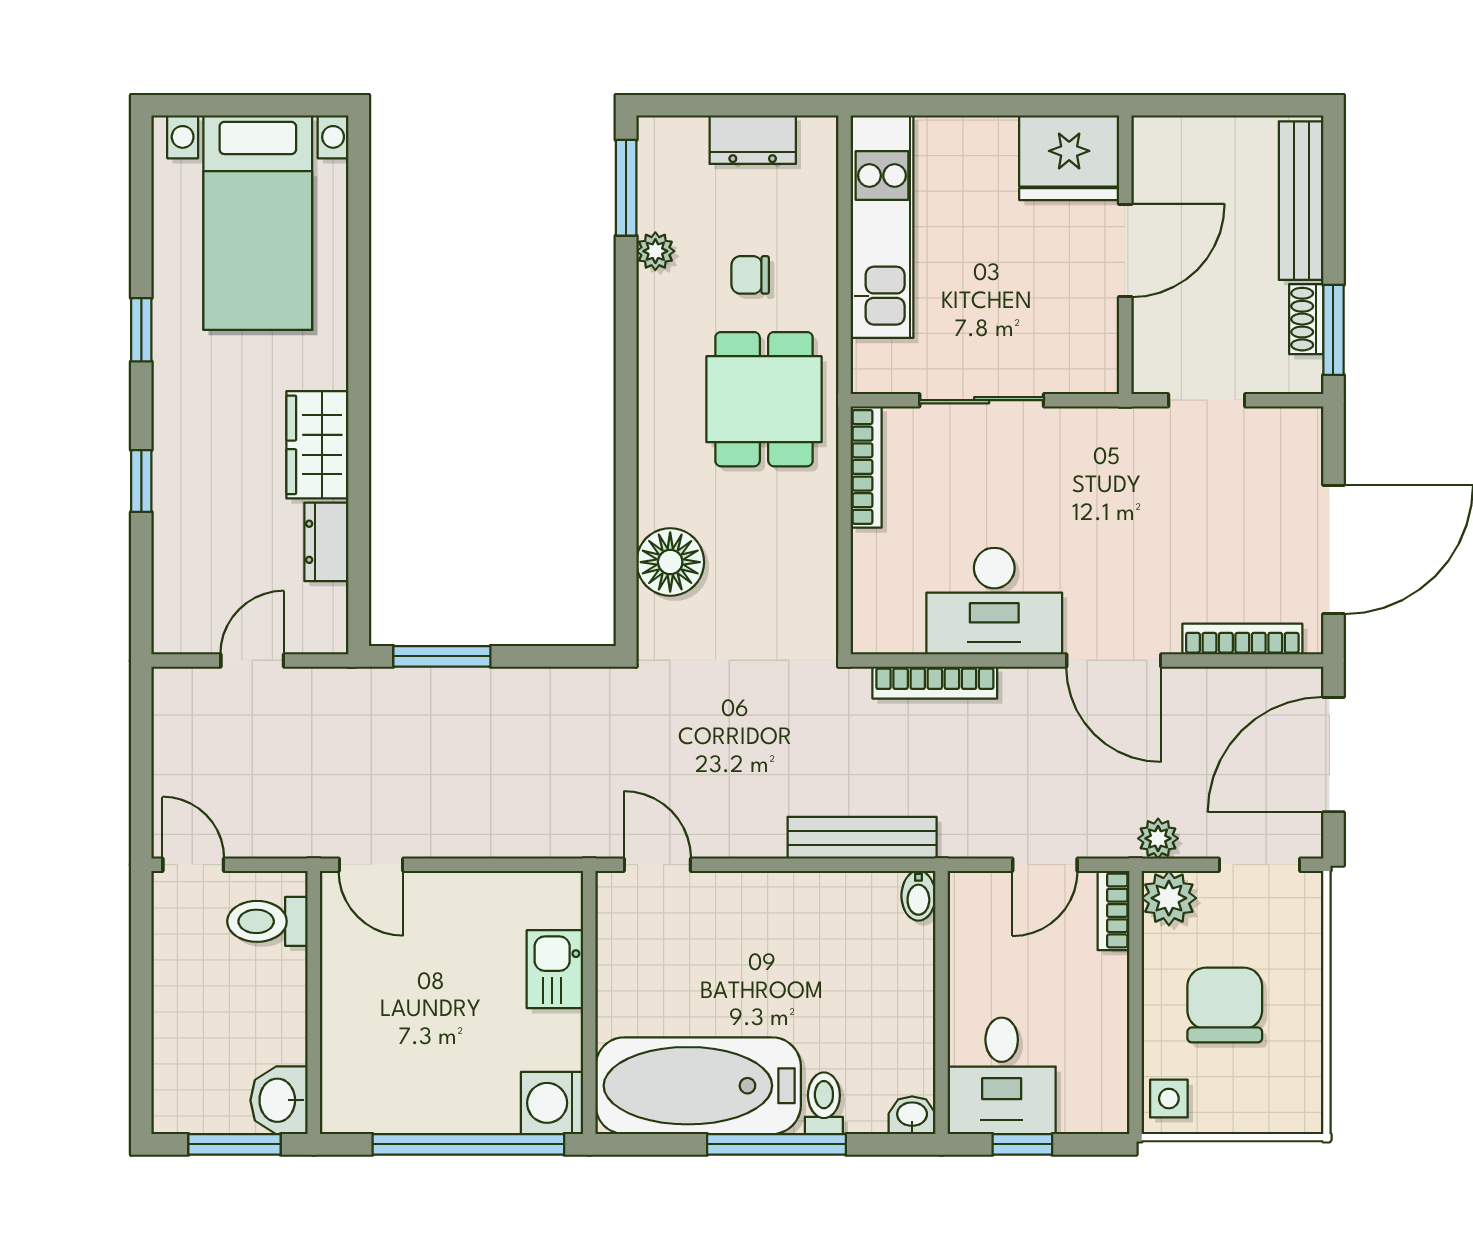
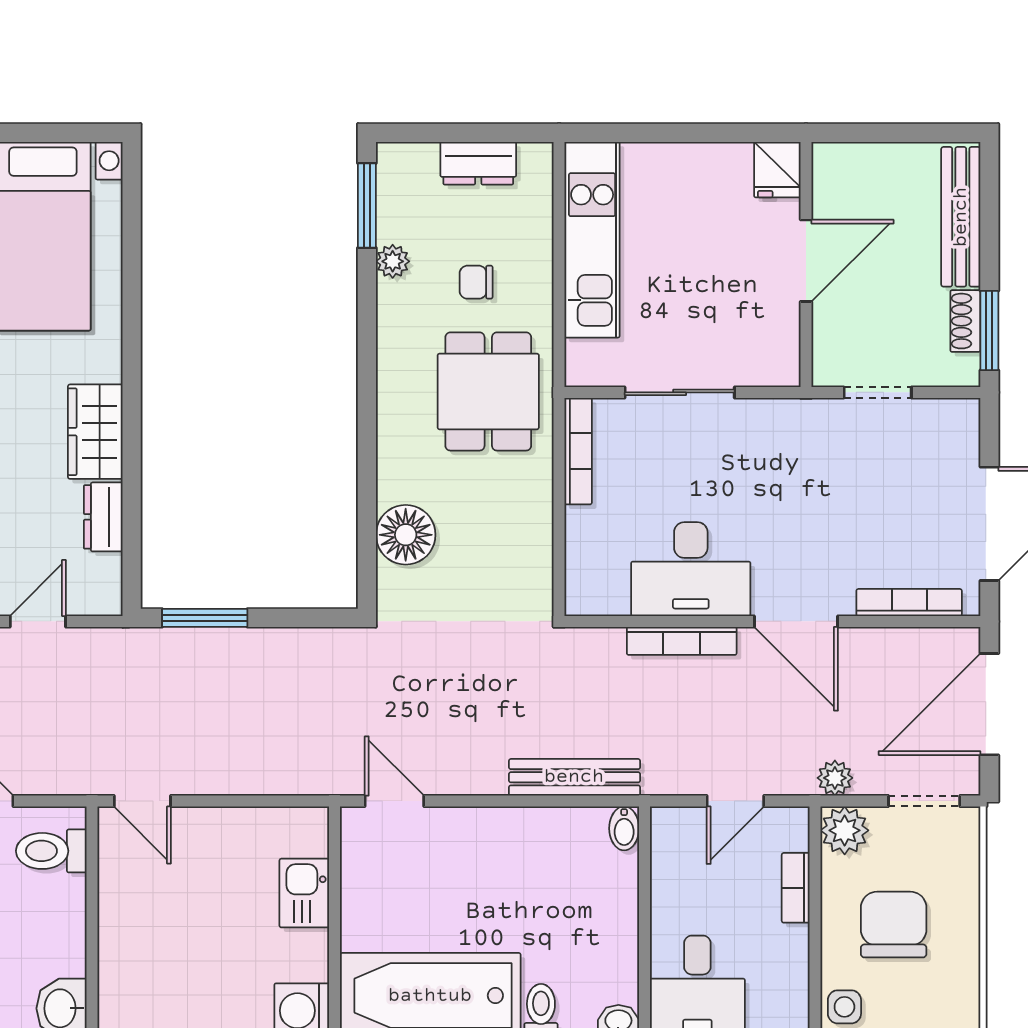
fridge: (1069, 158) -> (777, 170), width x0.53, depth x0.75
bookcase: (935, 683) -> (682, 641), moved
bookcase: (1113, 910) -> (796, 888), moved

